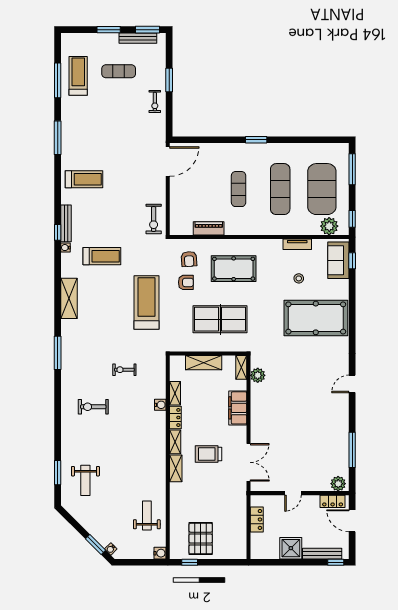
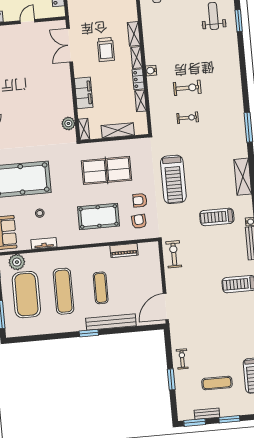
bench: (138, 38) -> (207, 414), width x0.73
bench: (230, 150) -> (111, 322), added
water cooler: (160, 405) -> (151, 71), moved
exercise bike: (93, 407) -> (187, 88), moved
trolley: (209, 454) -> (106, 49), turned 90

